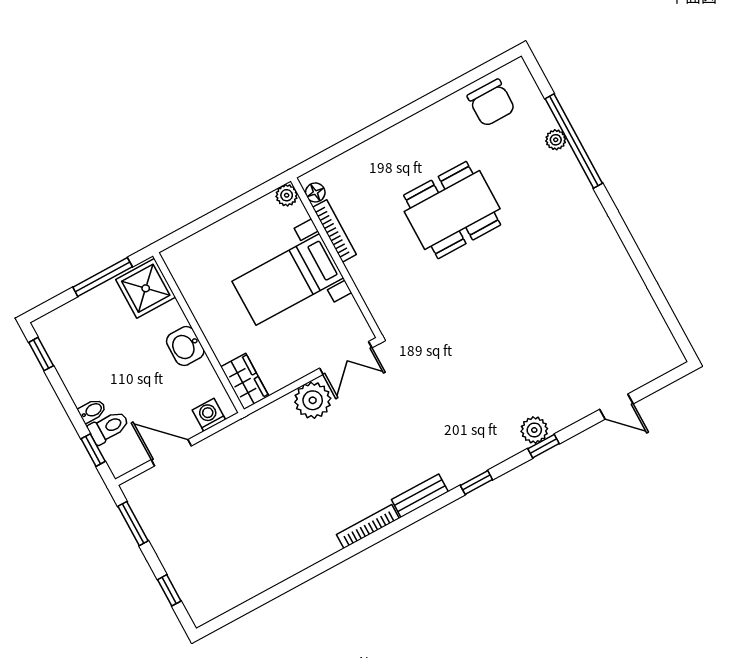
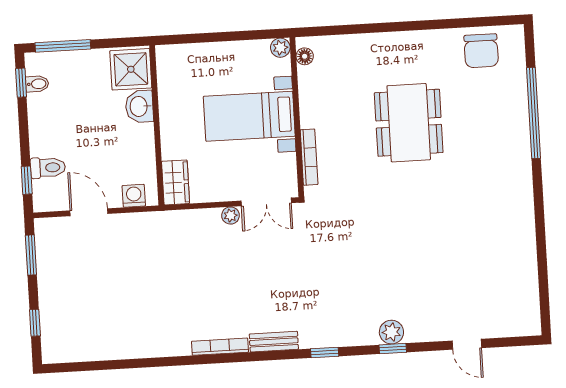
plant: (556, 140) -> (519, 105), removed
dining table: (452, 210) -> (409, 123), turned 90
bookcase: (334, 231) -> (309, 157), moved
window: (103, 277) -> (63, 46), moved
washbasin: (185, 346) -> (139, 106), moved
plant: (313, 400) -> (231, 215), width x0.53, depth x0.53
bidet: (92, 411) -> (37, 84), moved

